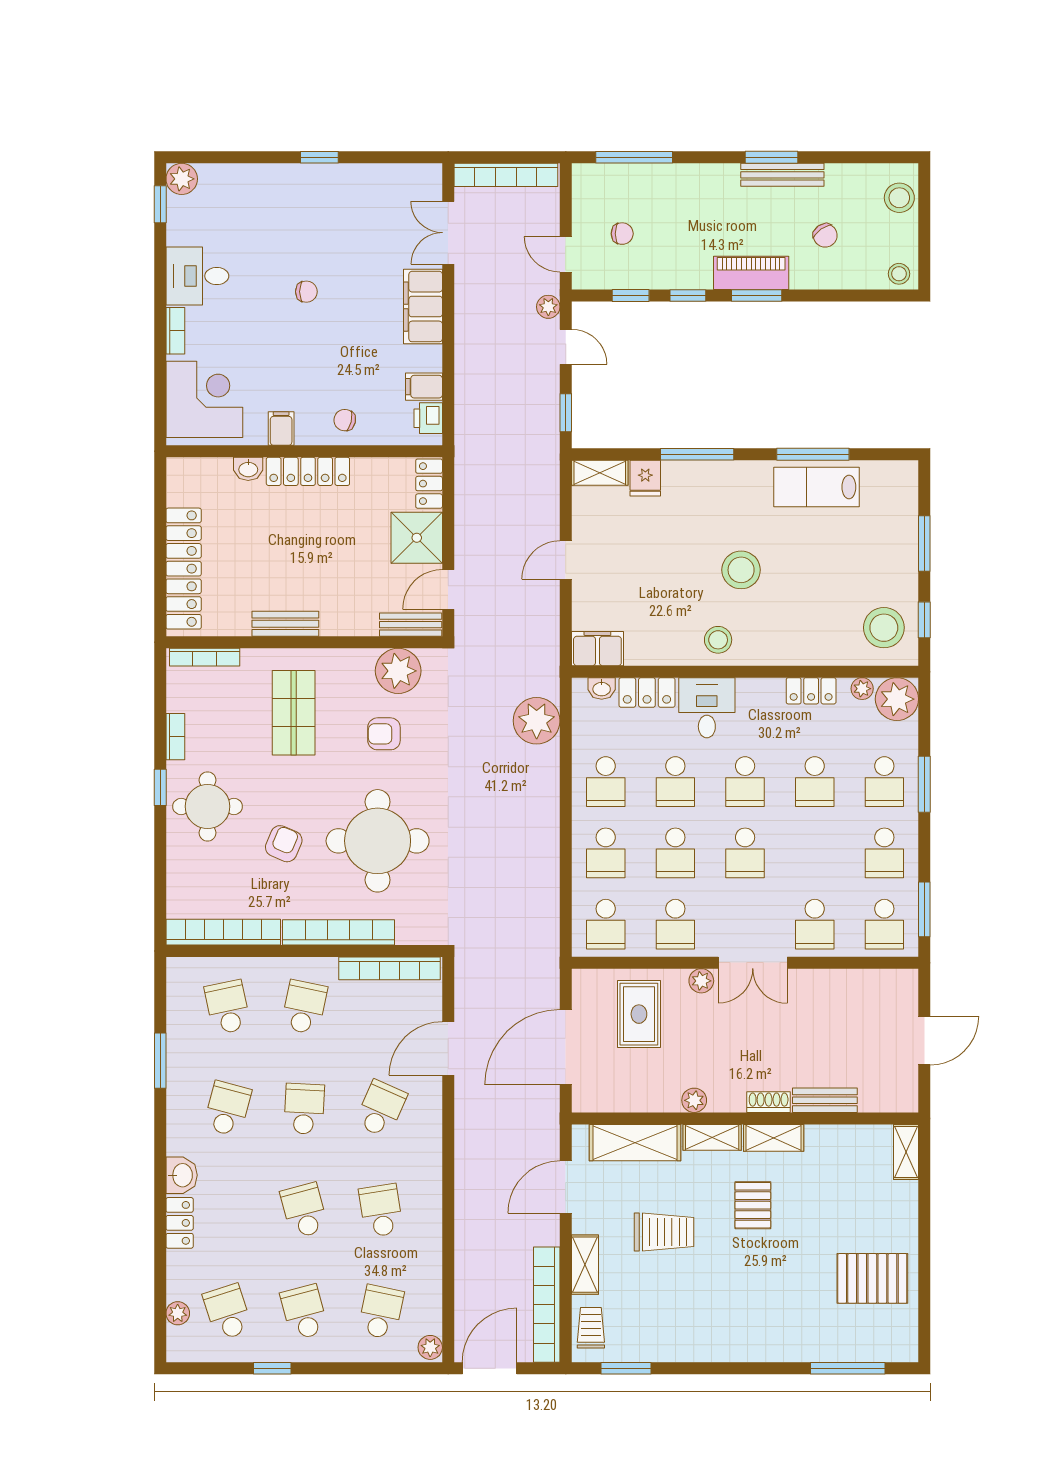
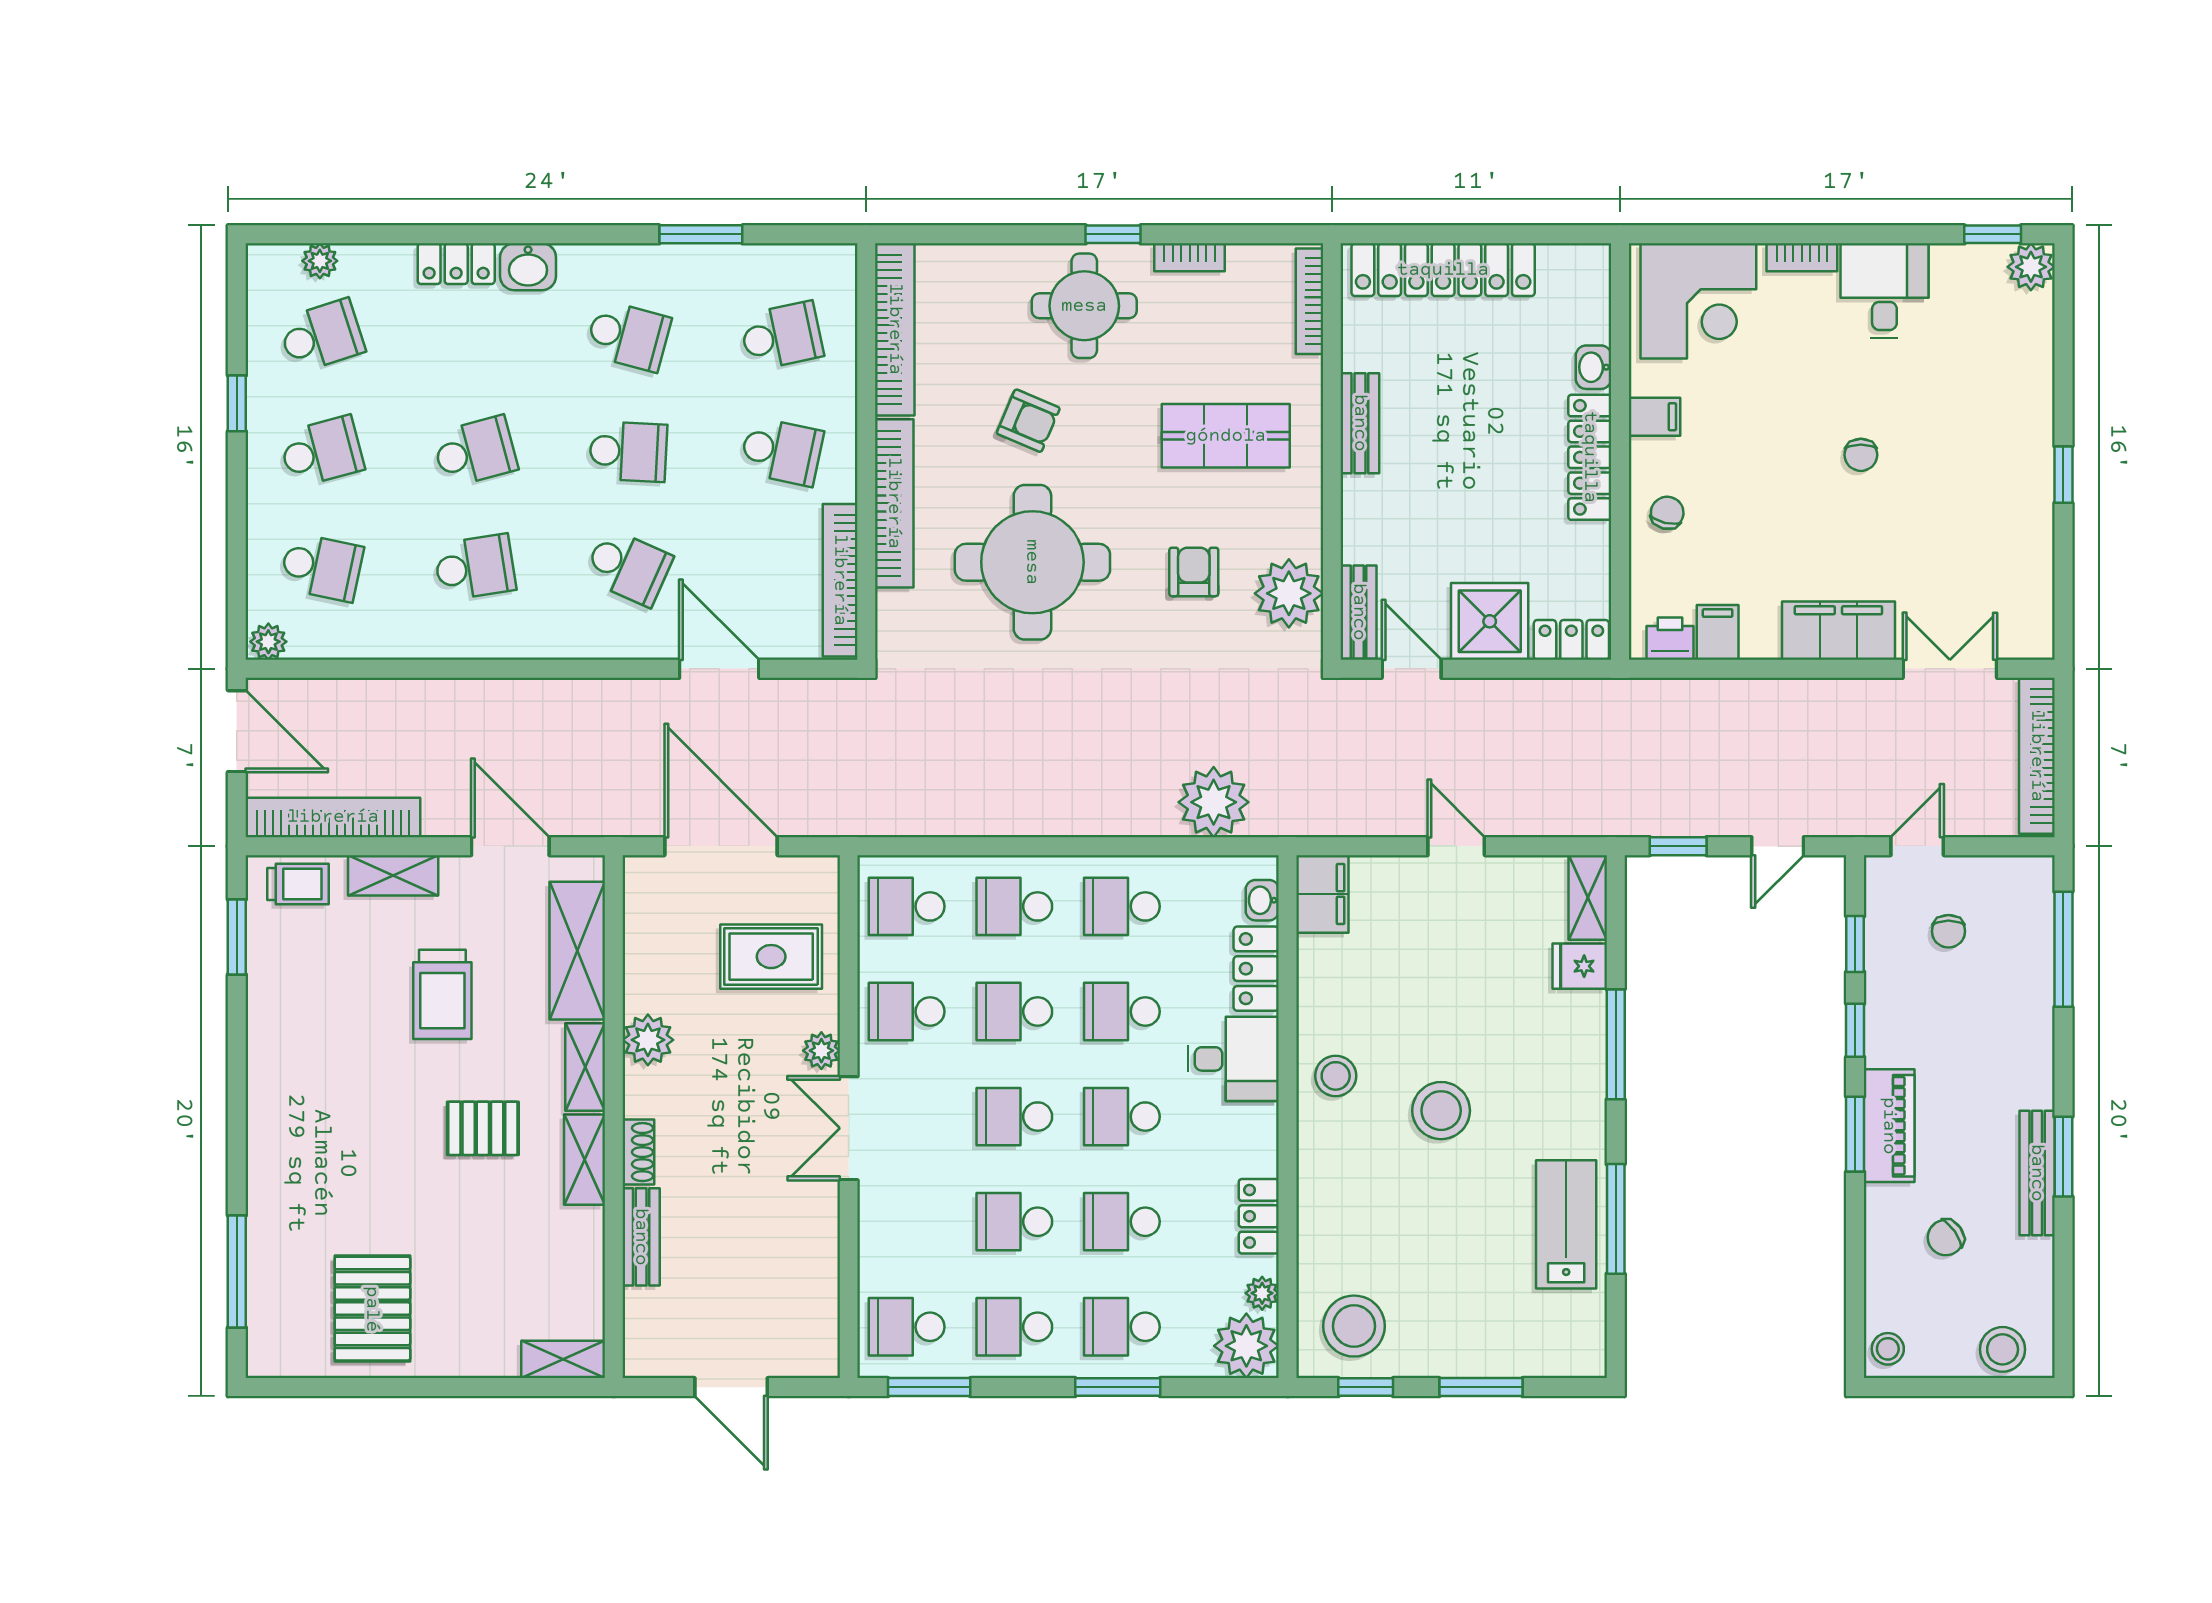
plant: (548, 307) -> (1838, 820), removed
school desk: (815, 924) -> (1014, 1222), moved
plant: (694, 1100) -> (648, 1040), width x1.38, depth x1.38

